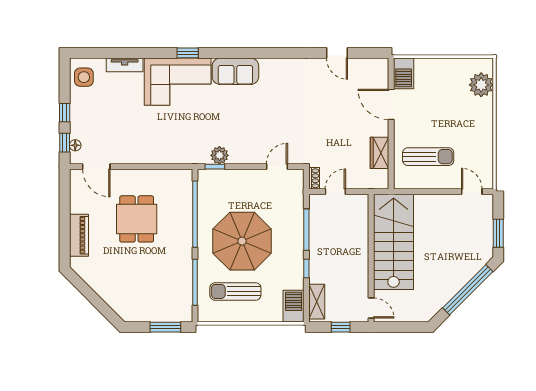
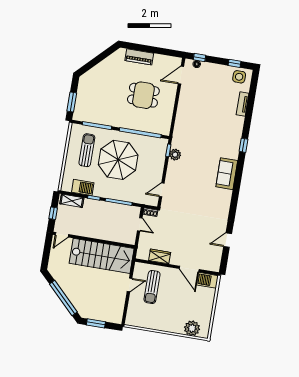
corner sofa: (178, 82) -> (226, 136), removed
door: (391, 104) -> (189, 269), swing flipped
window: (65, 113) -> (234, 63), moved
door: (277, 167) -> (162, 190), swing flipped
door: (472, 192) -> (130, 285), moved
barbecue: (293, 306) -> (83, 187), moved

